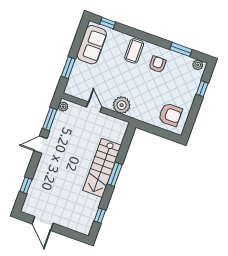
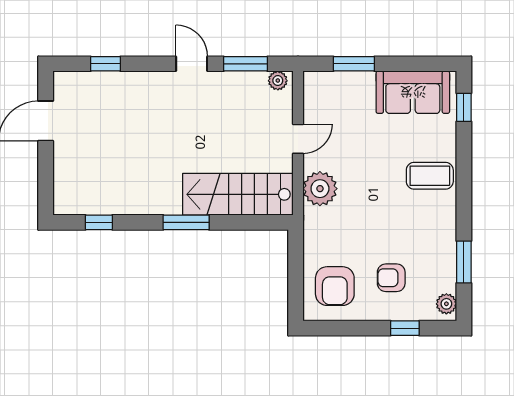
armchair: (157, 64) -> (391, 278), moved, turned 180
stairs: (102, 168) -> (238, 194), moved

